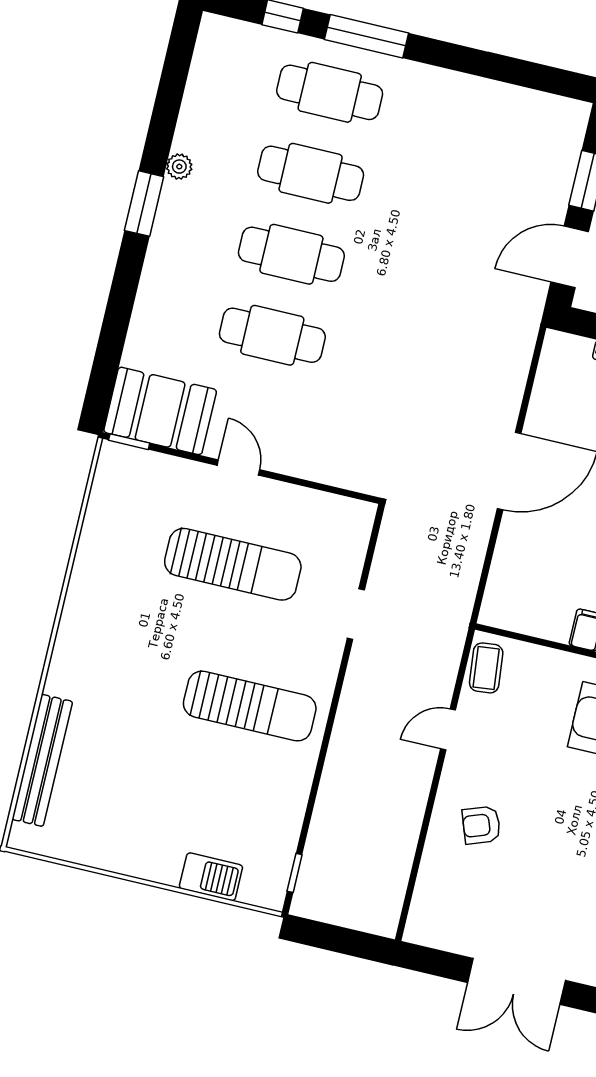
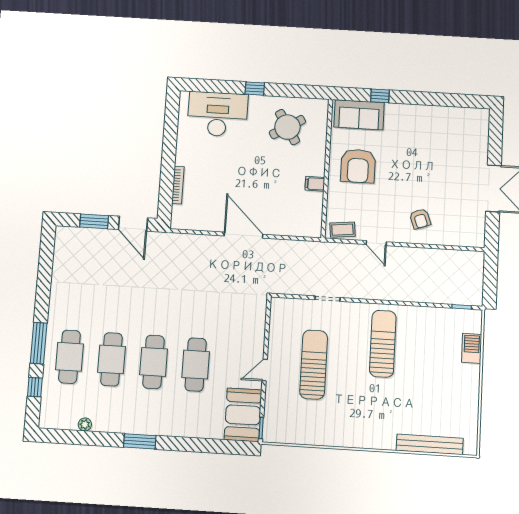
plant: (179, 167) -> (85, 424), moved

